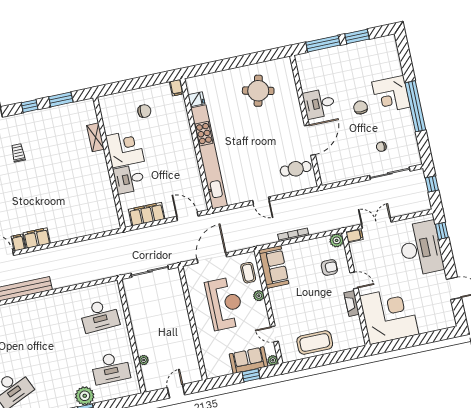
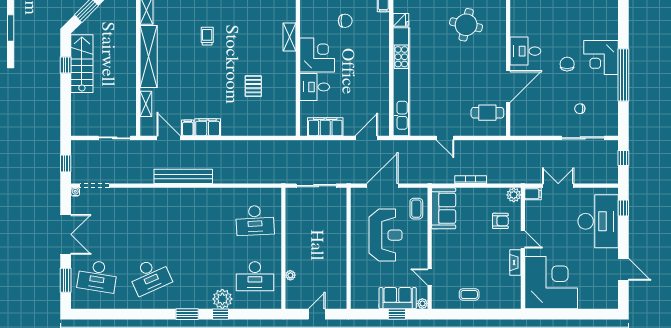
pallet: (71, 190) -> (253, 86), added
door: (187, 216) -> (366, 138), hinge flipped
plant: (259, 296) -> (422, 234), removed
coffee table: (315, 343) -> (469, 294), width x0.54, depth x0.58

